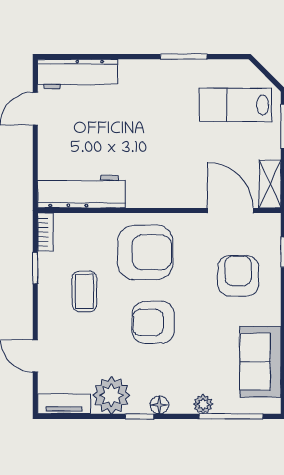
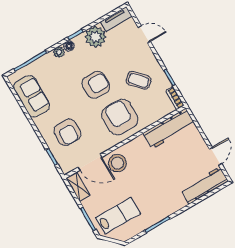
stool: (190, 185) -> (117, 163), added
armchair: (145, 252) -> (120, 117), turned 90
coffee table: (84, 291) -> (139, 80), turned -43
plant: (203, 404) -> (59, 52), moved

